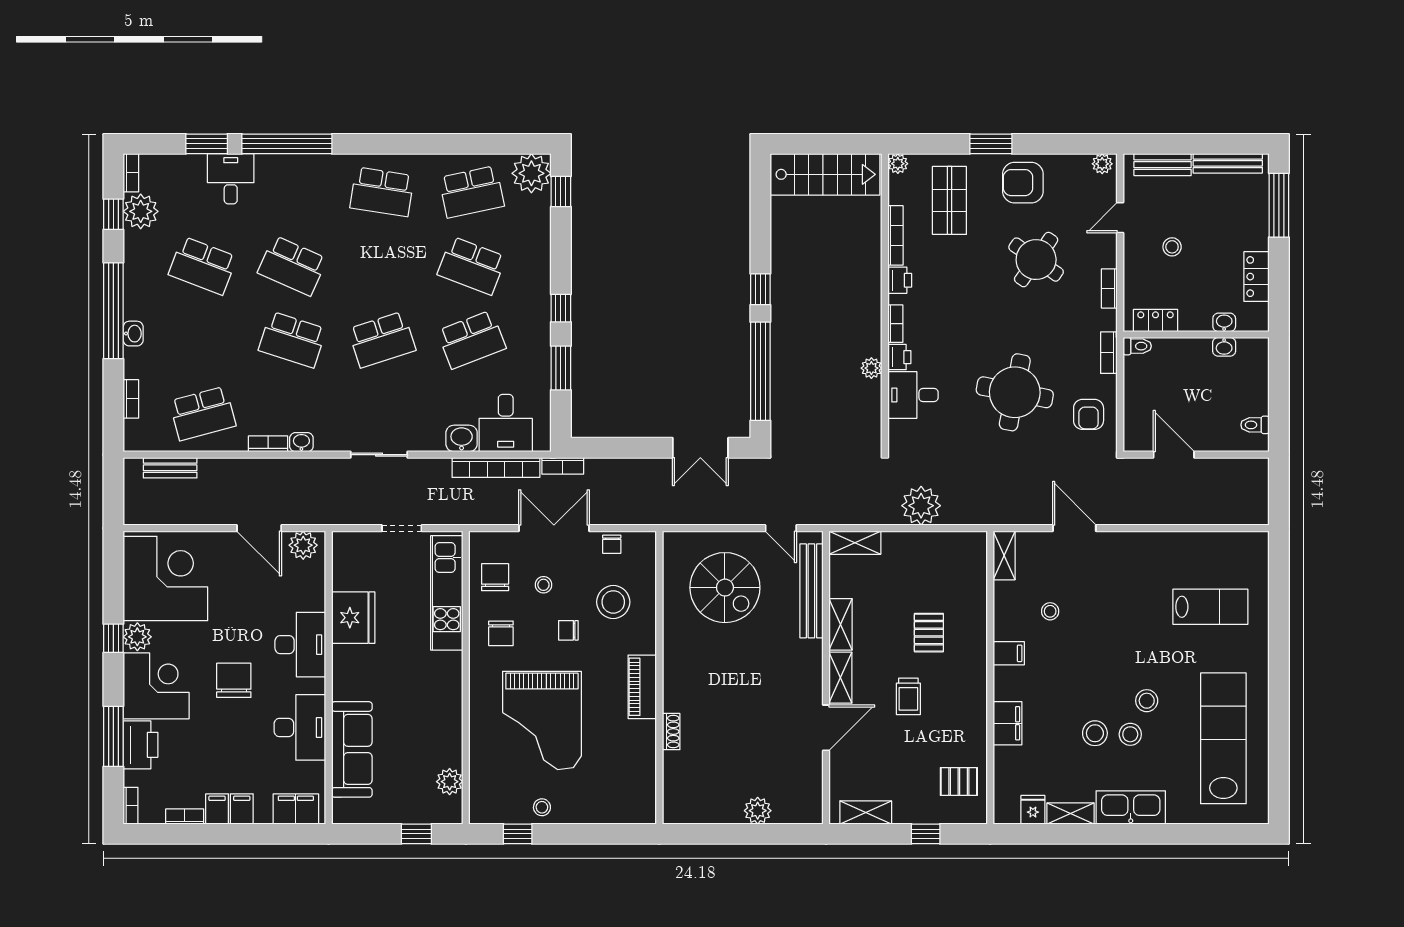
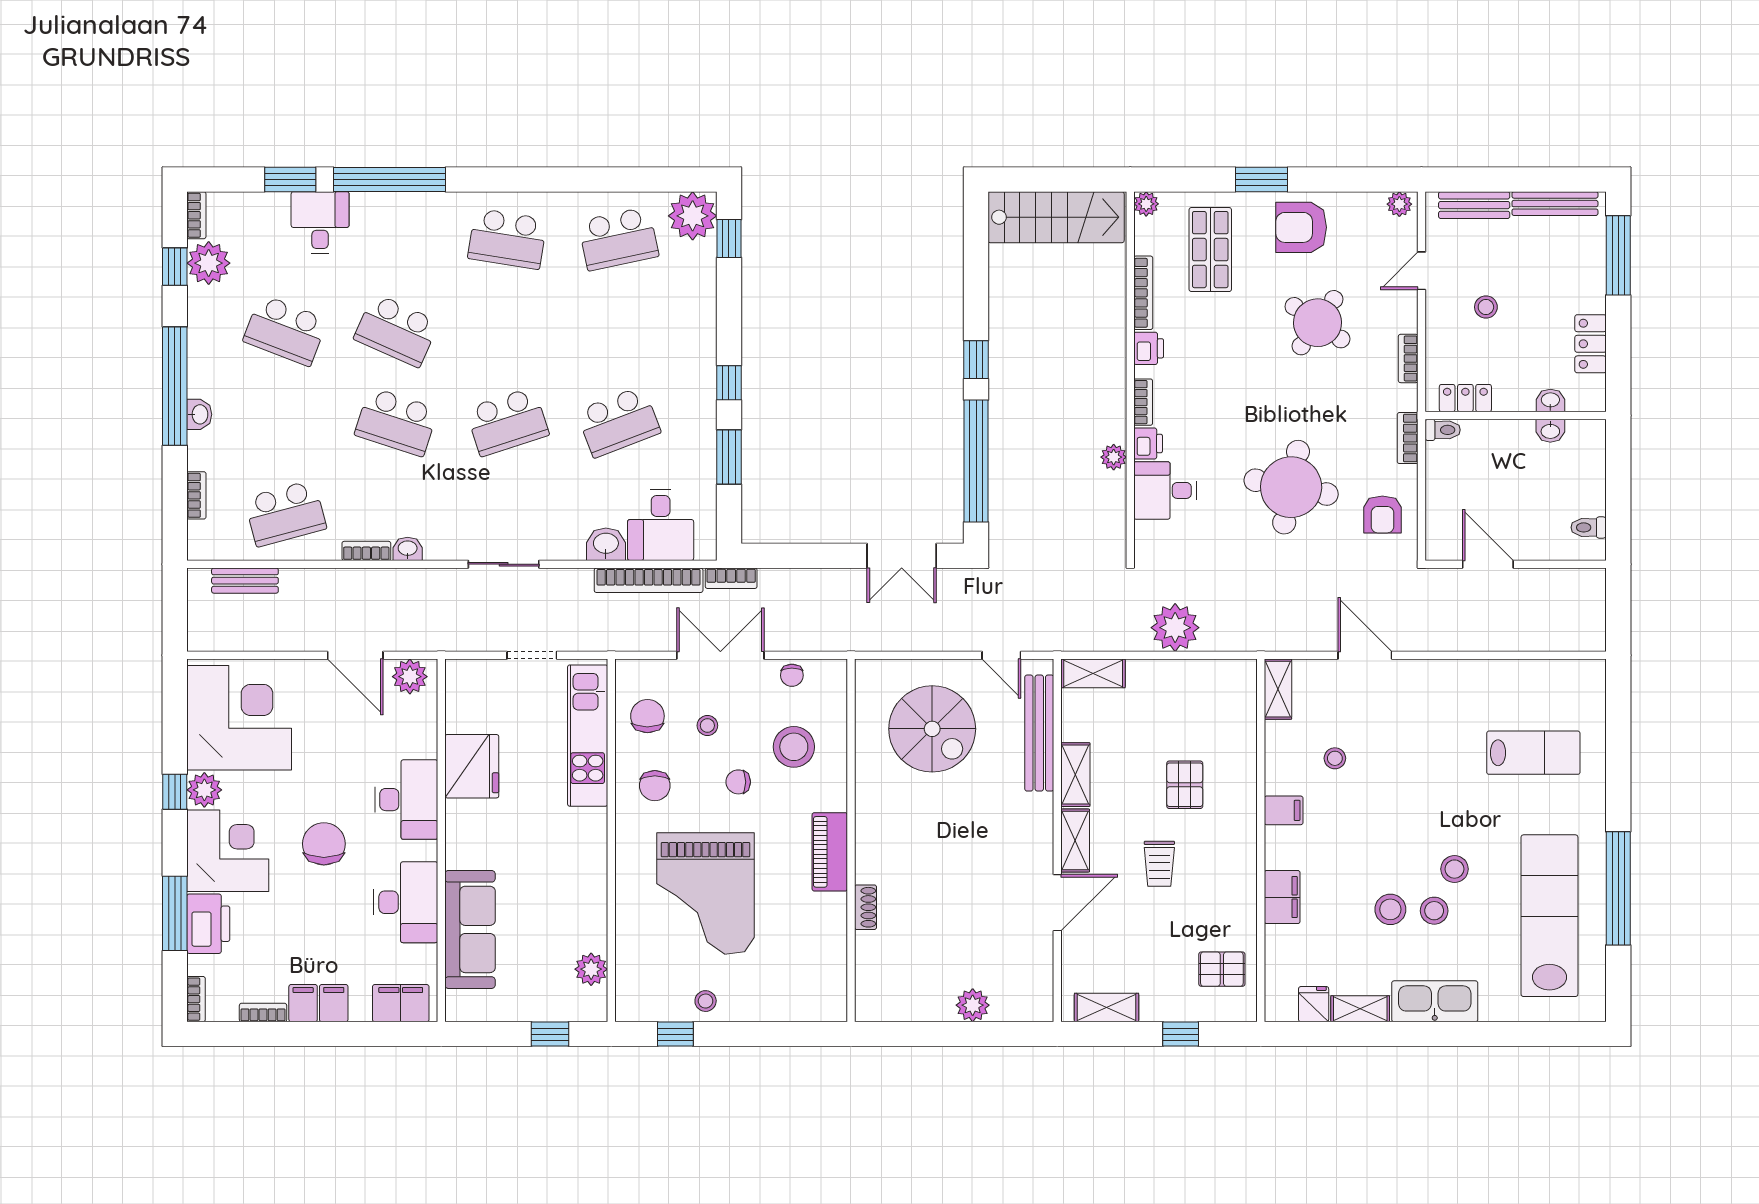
school desk: (472, 266) -> (618, 330), removed
window: (1279, 716) -> (1618, 888), added

